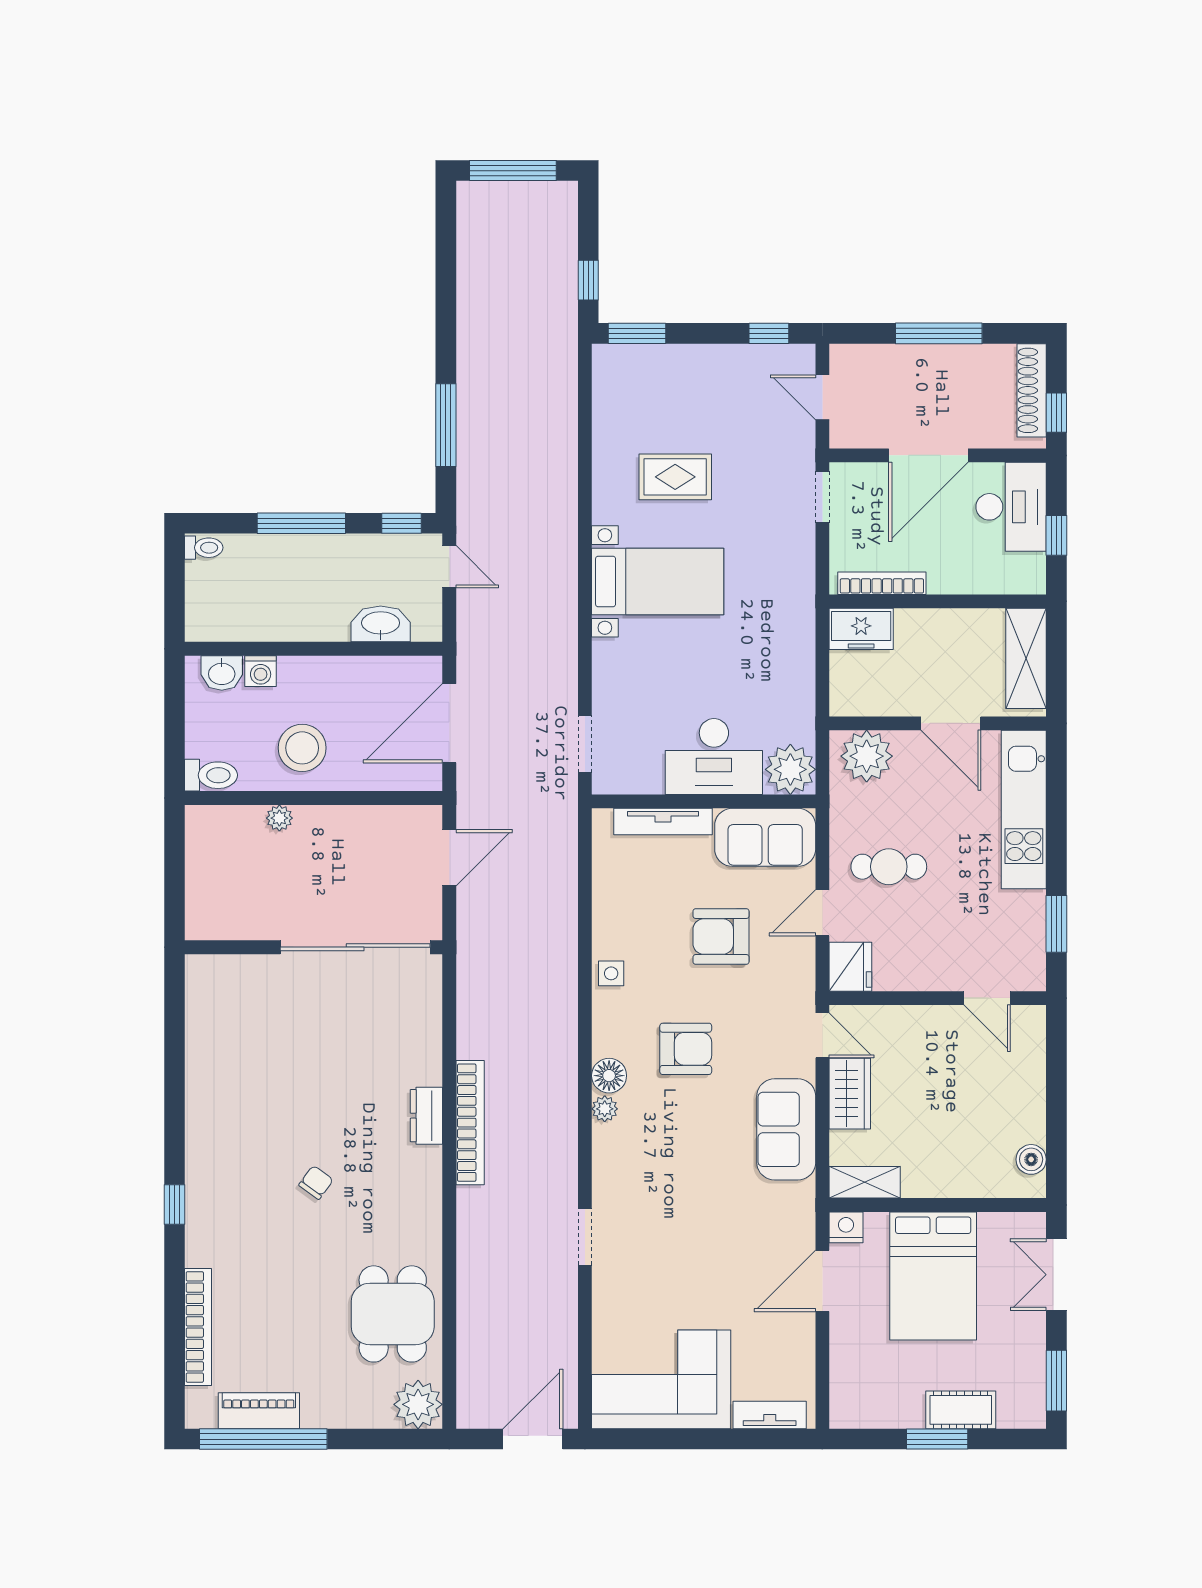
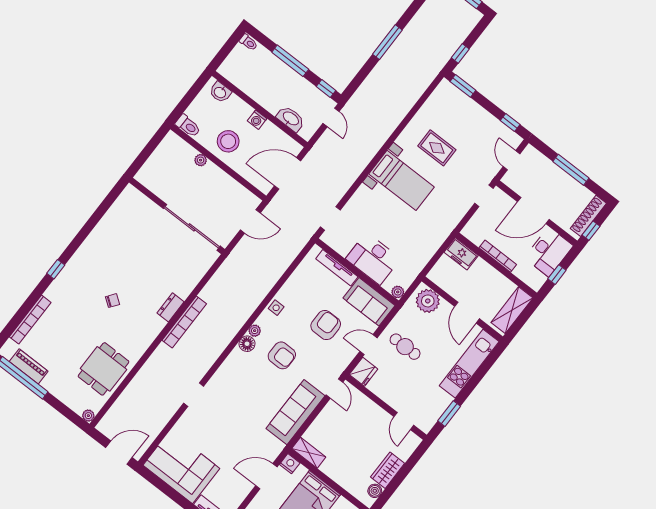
window: (446, 425) -> (387, 42), moved
bookcase: (882, 583) -> (498, 256), moved
washing machine: (261, 671) -> (257, 120), moved
plant: (790, 769) -> (398, 292), width x0.53, depth x0.53
armchair: (721, 937) -> (326, 325), turned 90
wardrobe: (850, 1094) -> (388, 470), moved, turned 180
plant: (605, 1109) -> (255, 331), moved
sofa: (786, 1129) -> (295, 412), width x1.36
plant: (418, 1404) -> (88, 416), width x0.53, depth x0.53

